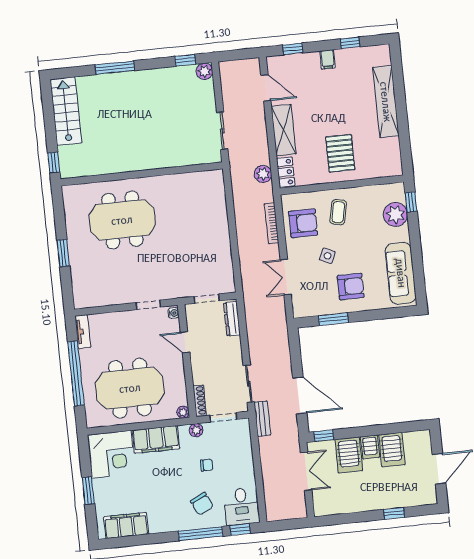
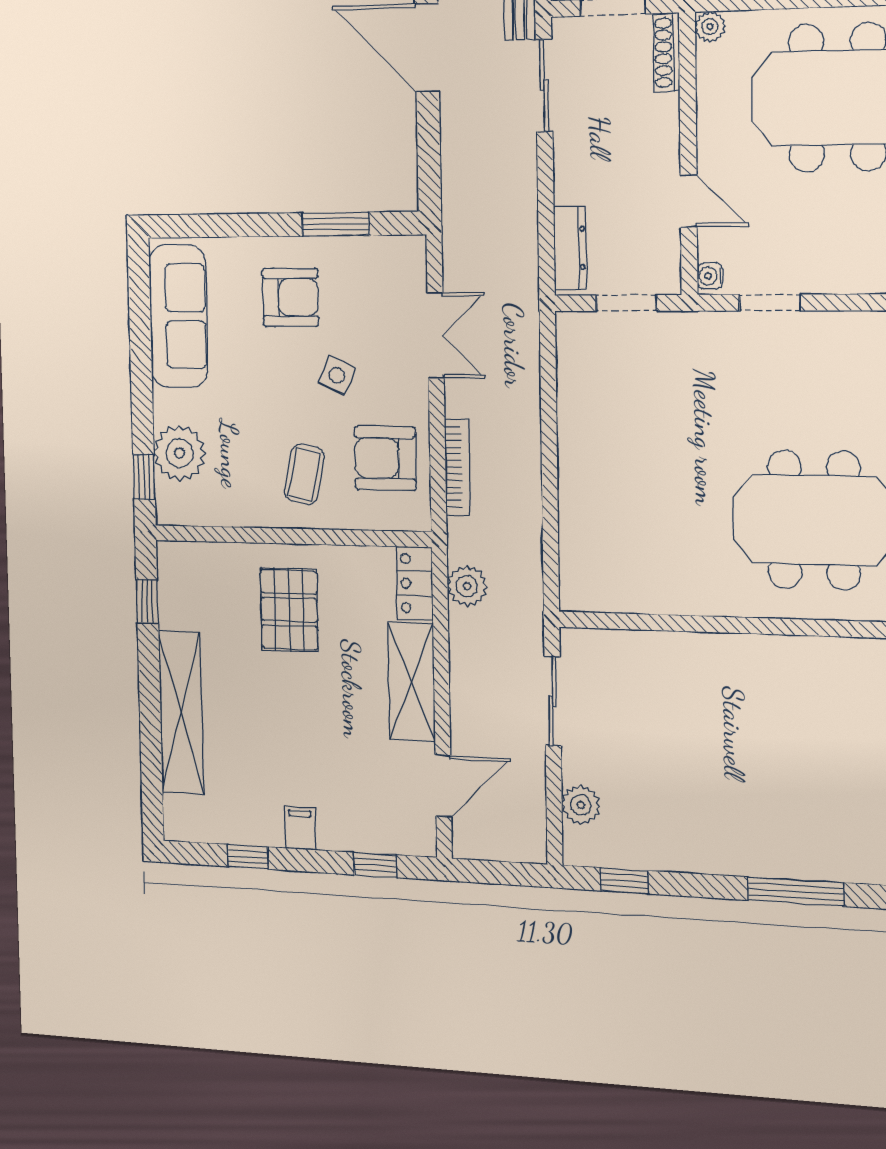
plant: (204, 71) -> (581, 805), moved
door: (266, 88) -> (443, 786), swing flipped
window: (405, 148) -> (147, 602), added
armchair: (351, 286) -> (290, 297), turned 180

